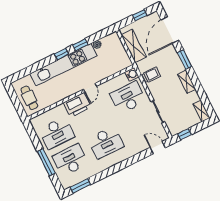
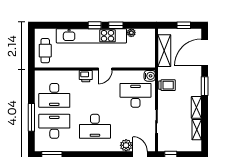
printer: (77, 105) -> (86, 76), width x0.53, depth x0.68
shelving: (201, 111) -> (197, 130), moved
plant: (141, 146) -> (126, 145), added

